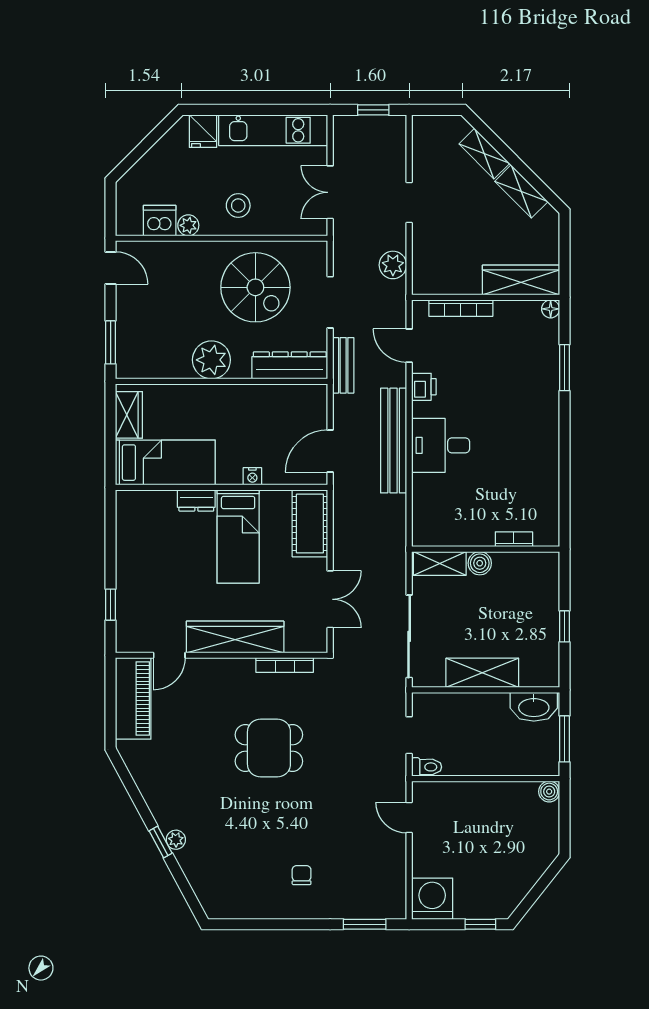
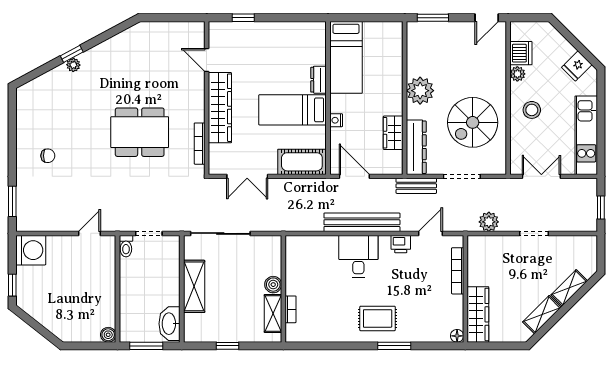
fridge: (203, 131) -> (577, 66), moved, turned -45
window: (565, 368) -> (394, 346), moved
wardrobe: (129, 415) -> (393, 133), moved, turned 90
rug: (527, 419) -> (378, 318), added
shelving: (440, 563) -> (273, 313), moved
piano: (133, 698) -> (175, 34), removed
dining table: (269, 748) -> (140, 132), width x1.38

